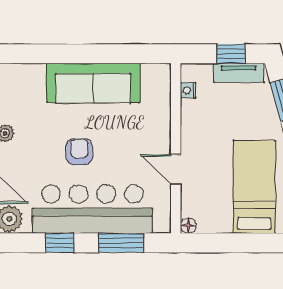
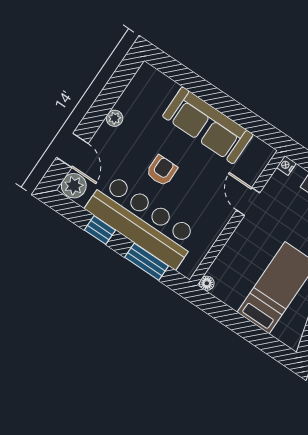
nightstand: (188, 90) -> (286, 165), moved
door: (176, 169) -> (248, 202), moved

